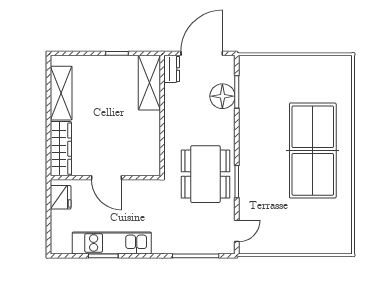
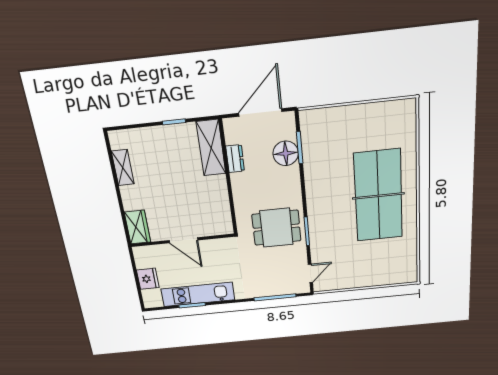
dresser: (172, 69) -> (235, 159), moved
shelving: (61, 93) -> (123, 168), width x0.67, depth x0.75
wardrobe: (61, 149) -> (137, 227), width x0.67
dining table: (205, 174) -> (276, 228), width x0.73
fridge: (61, 197) -> (148, 279), moved

